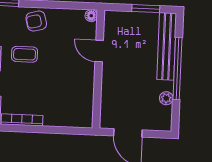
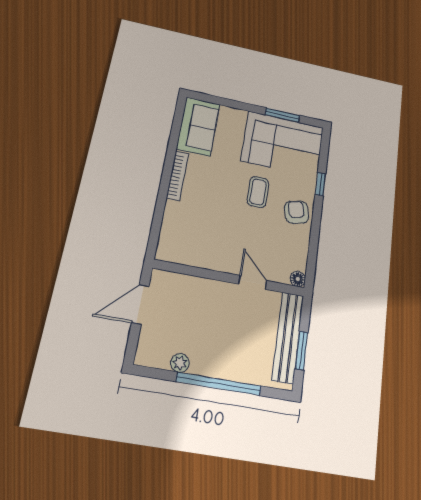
bench: (167, 46) -> (288, 337), moved, turned 90
door: (99, 51) -> (253, 282), hinge flipped

